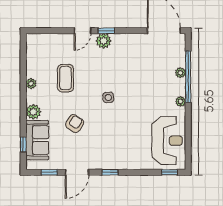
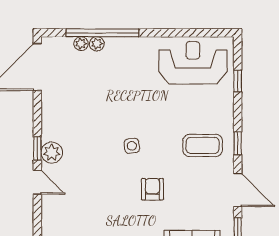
coffee table: (65, 78) -> (203, 145), moved
plant: (181, 101) -> (81, 44), moved
armchair: (75, 124) -> (152, 189), moved, turned 57
window: (170, 172) -> (238, 81), moved

